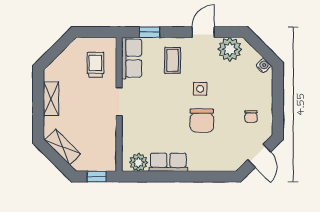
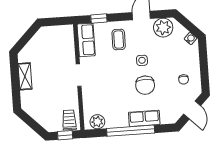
trolley: (95, 65) -> (69, 120), moved
shelving: (63, 147) -> (37, 114), removed
row of seats: (168, 162) -> (144, 118), moved
window: (180, 177) -> (131, 131), added

